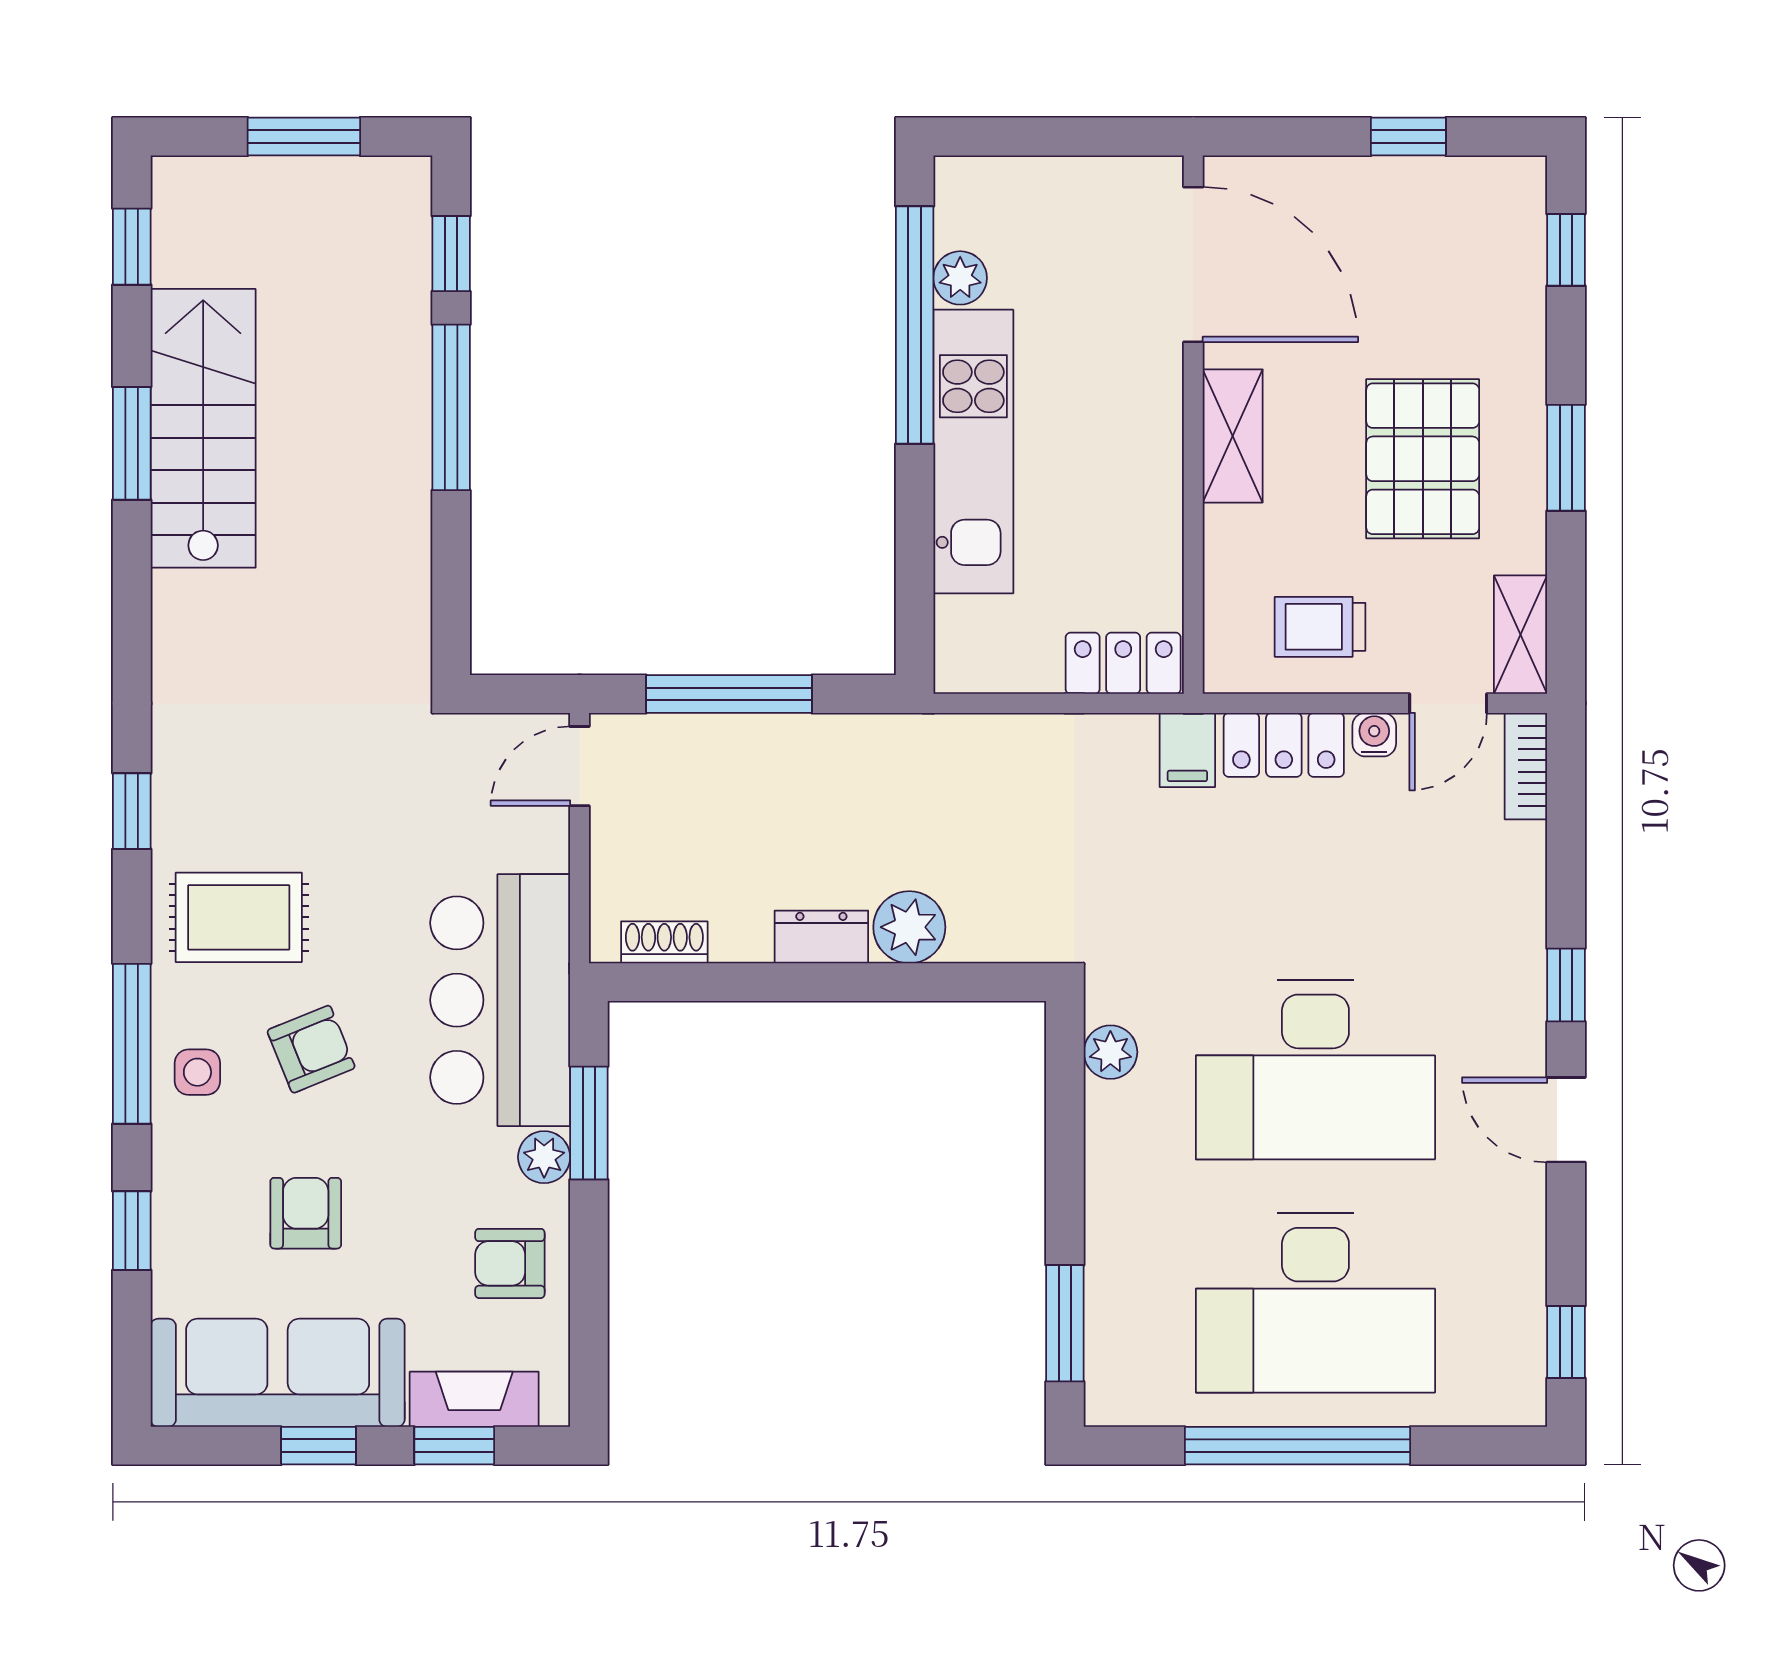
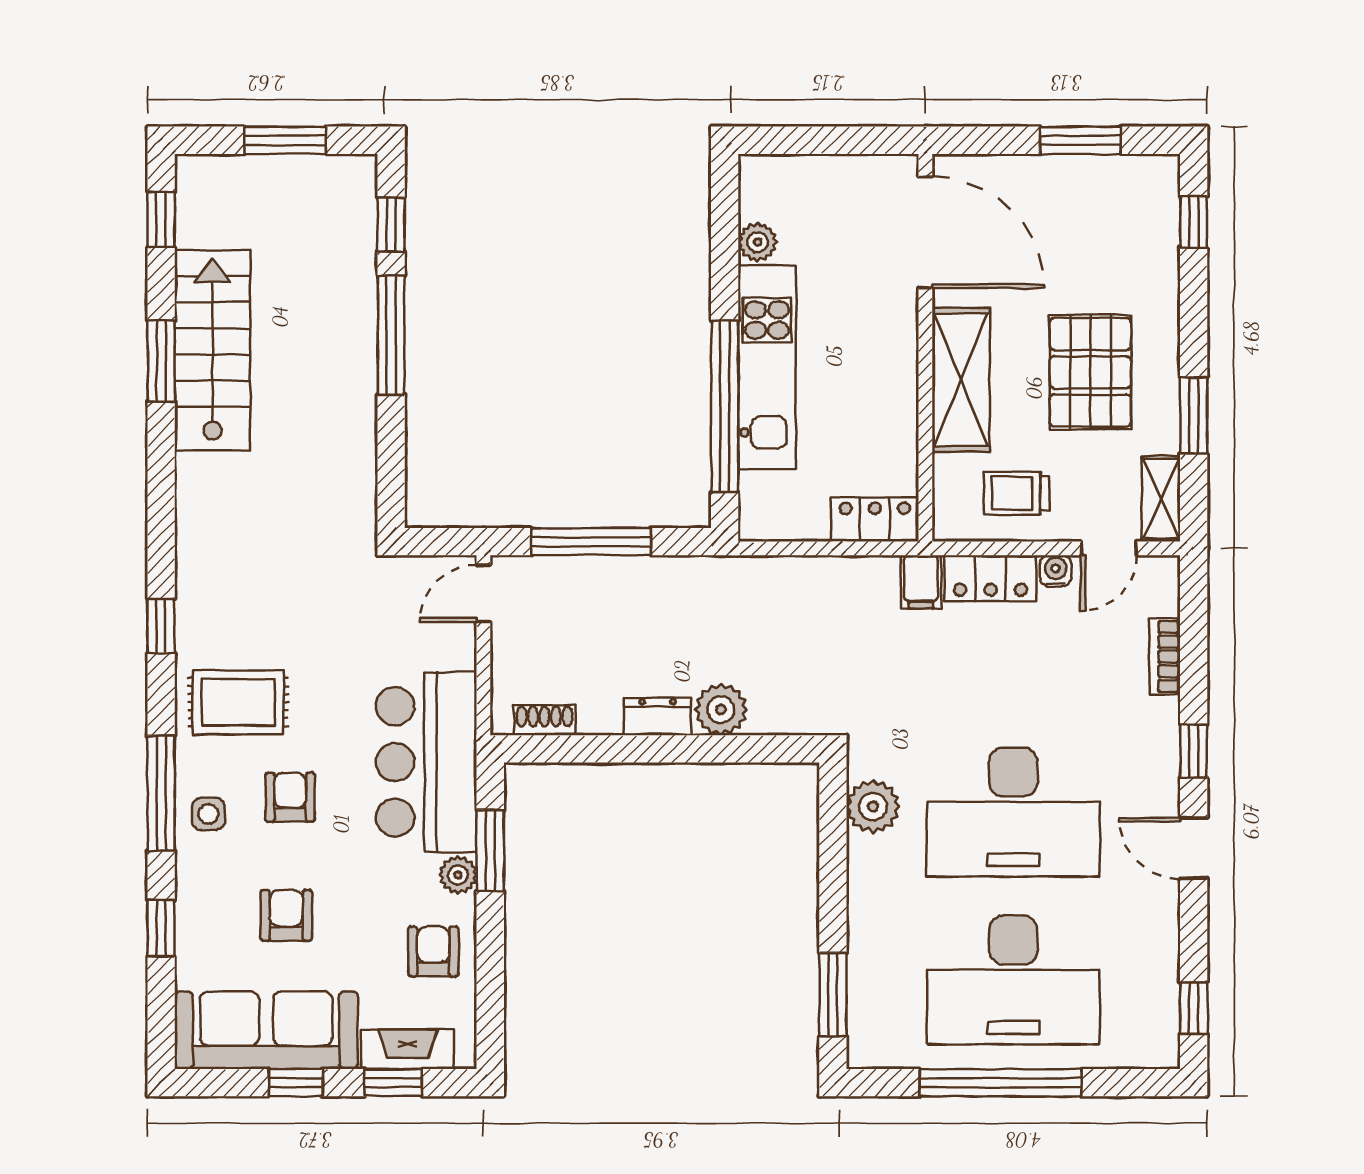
window: (1408, 137) -> (1080, 140), width x1.50
window: (915, 325) -> (725, 406), moved
shelving: (1233, 436) -> (961, 380), width x1.50, depth x1.33
window: (1566, 458) -> (1194, 416), moved
bookcase: (1526, 766) -> (1165, 657), moved
armchair: (311, 1049) -> (290, 797), turned -68
plant: (1110, 1052) -> (873, 807), width x1.38, depth x1.38
armchair: (510, 1263) -> (433, 952), turned 90

